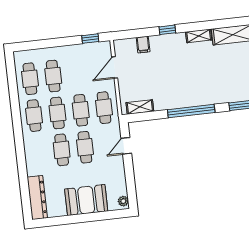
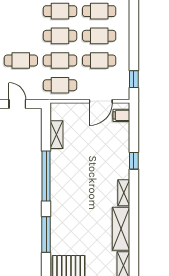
filing cabinet: (143, 45) -> (121, 115), moved
door: (115, 67) -> (101, 101), swing flipped
shelving: (140, 107) -> (56, 135), moved
cafe table: (62, 150) -> (99, 61), moved

